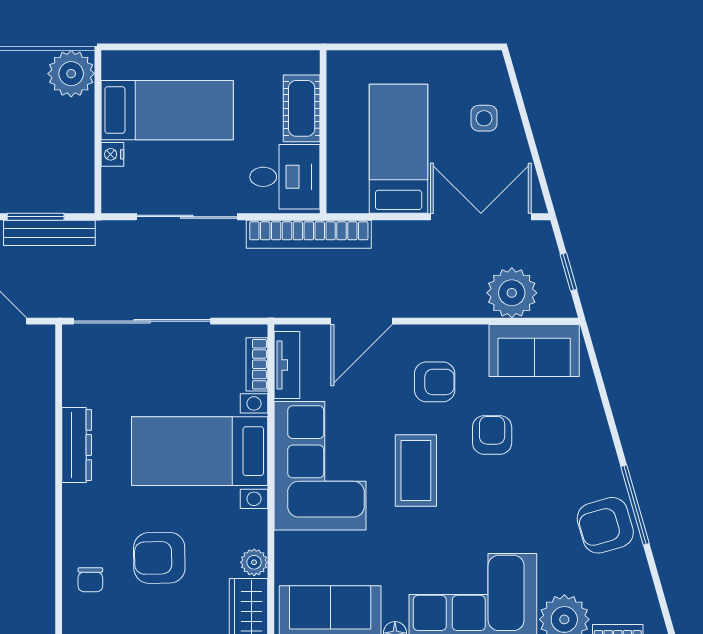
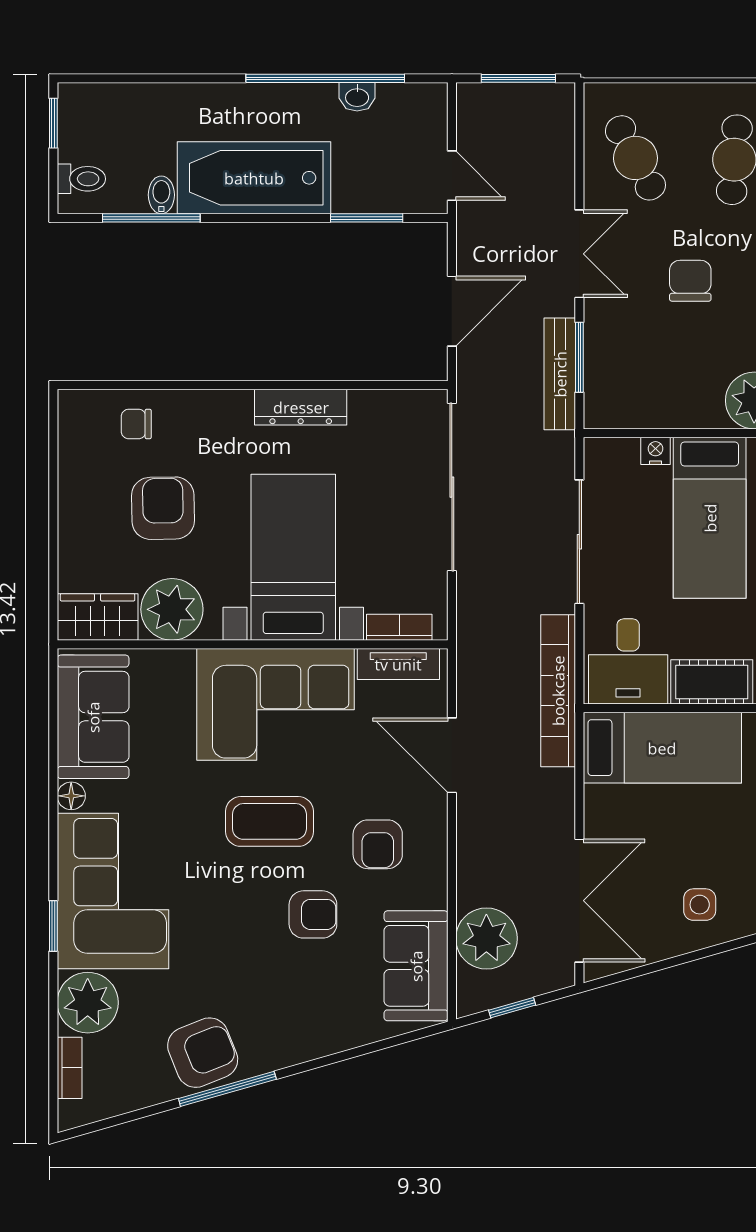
bed: (399, 149) -> (662, 748), moved
armchair: (605, 525) -> (203, 1053), turned 84
plant: (254, 562) -> (172, 609), width x1.88, depth x1.88

